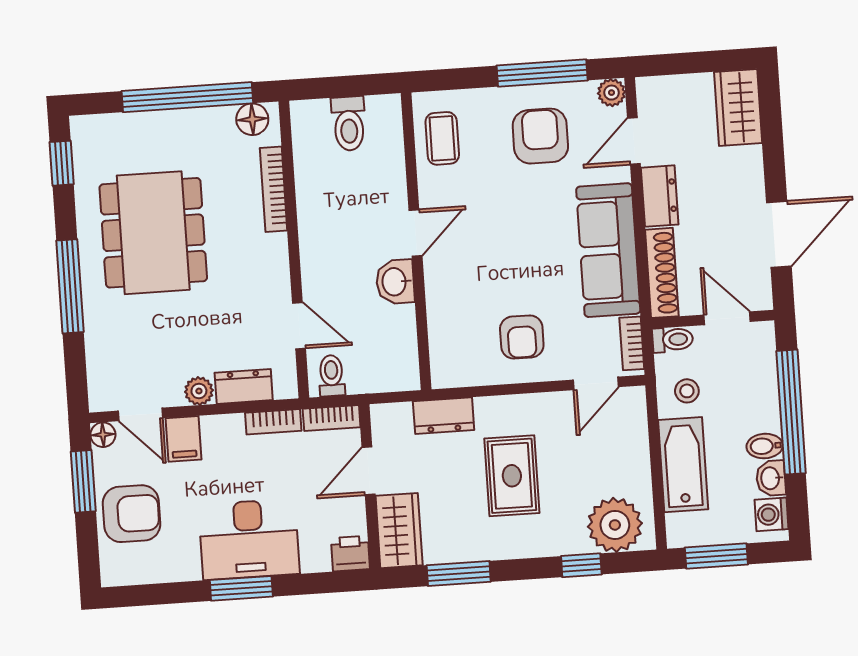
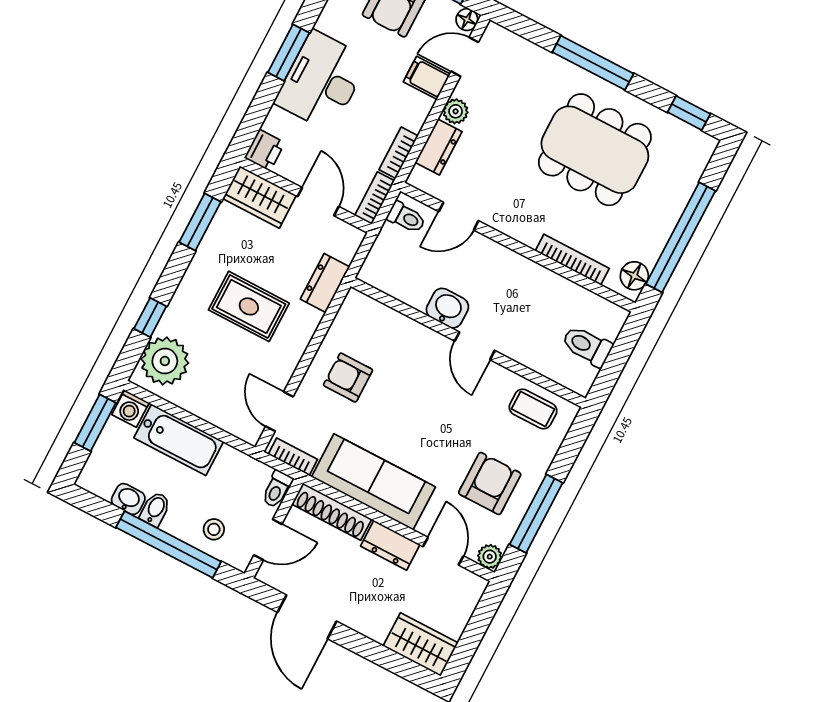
armchair: (540, 136) -> (490, 483), turned -90
stool: (687, 391) -> (214, 529), moved
washing machine: (771, 514) -> (130, 409), moved, turned 180

